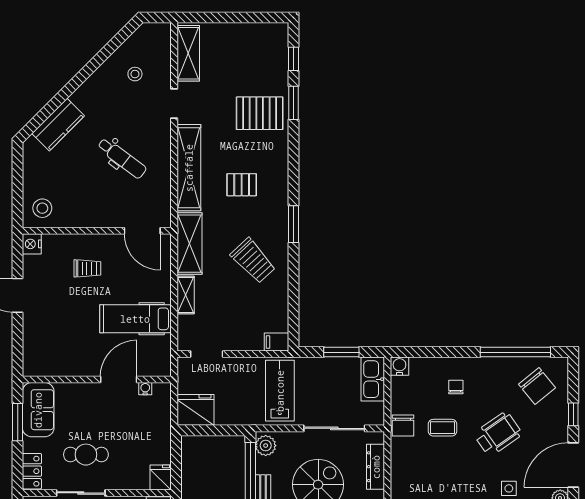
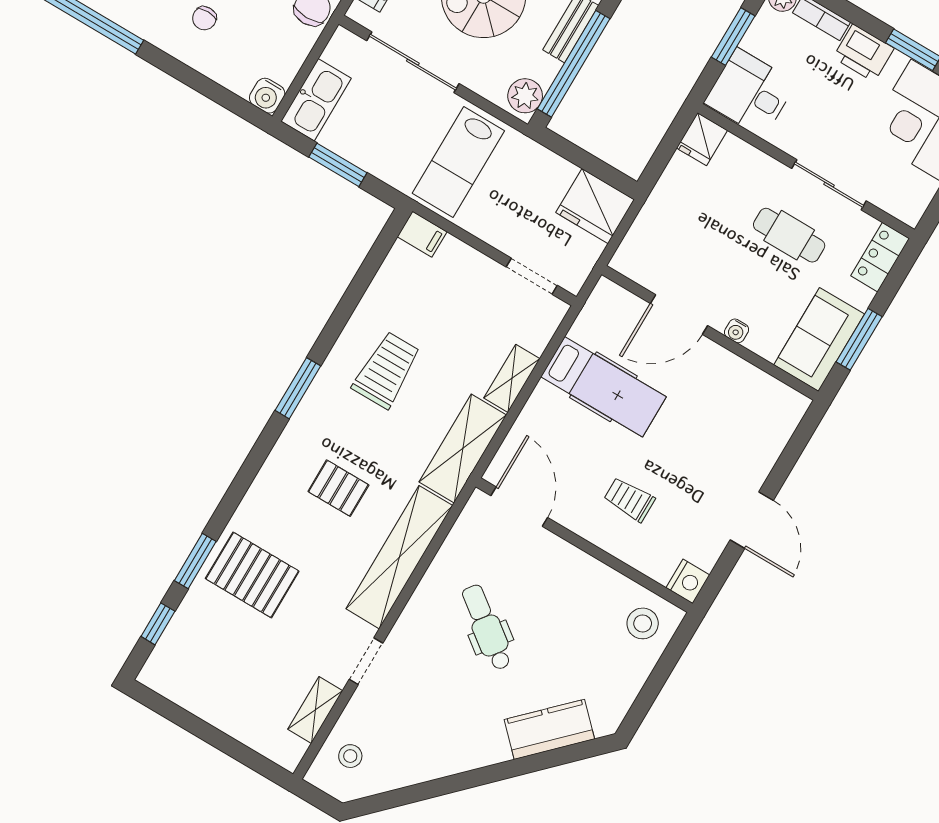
shelving: (188, 53) -> (315, 710), width x0.67, depth x0.75
stool: (135, 74) -> (350, 756), moved
trolley: (253, 261) -> (386, 370), turned 43
water cooler: (145, 389) -> (737, 331), moved

